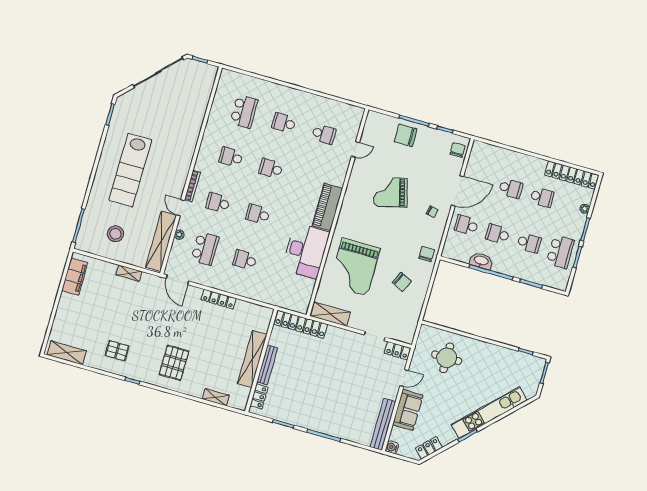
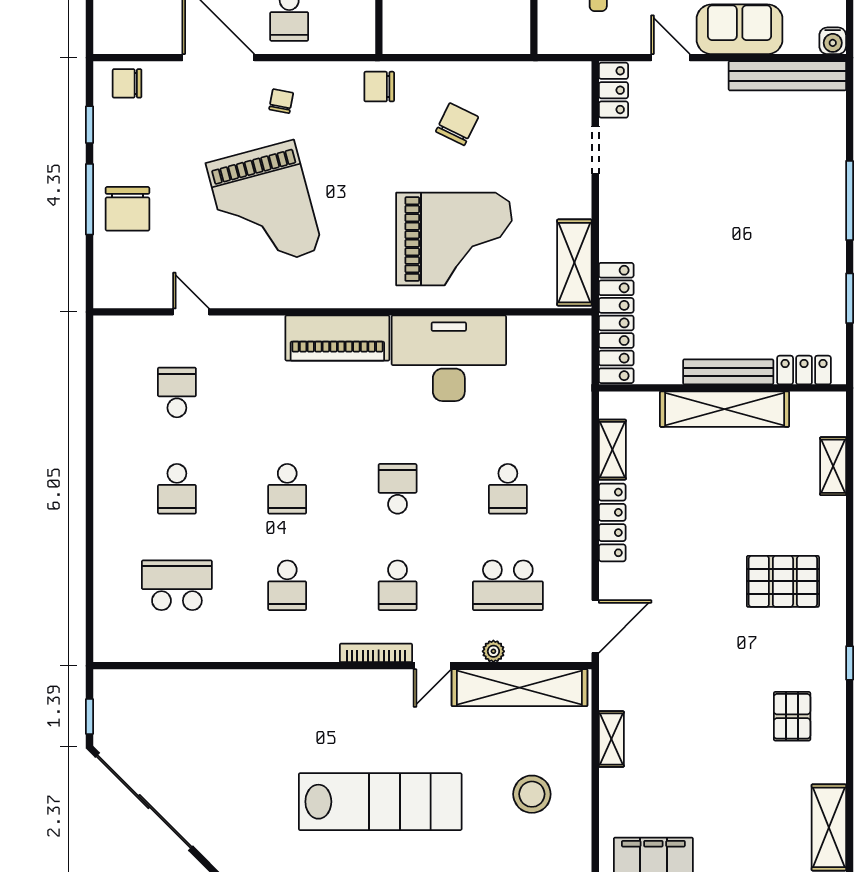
grand piano: (390, 192) -> (264, 207), width x1.37, depth x1.48
school desk: (258, 214) -> (398, 489), turned 180
school desk: (205, 248) -> (508, 585), turned 180
shelving: (249, 308) -> (612, 450), added

